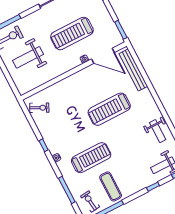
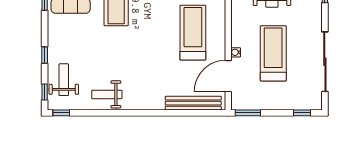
treadmill: (109, 109) -> (193, 33), moved

